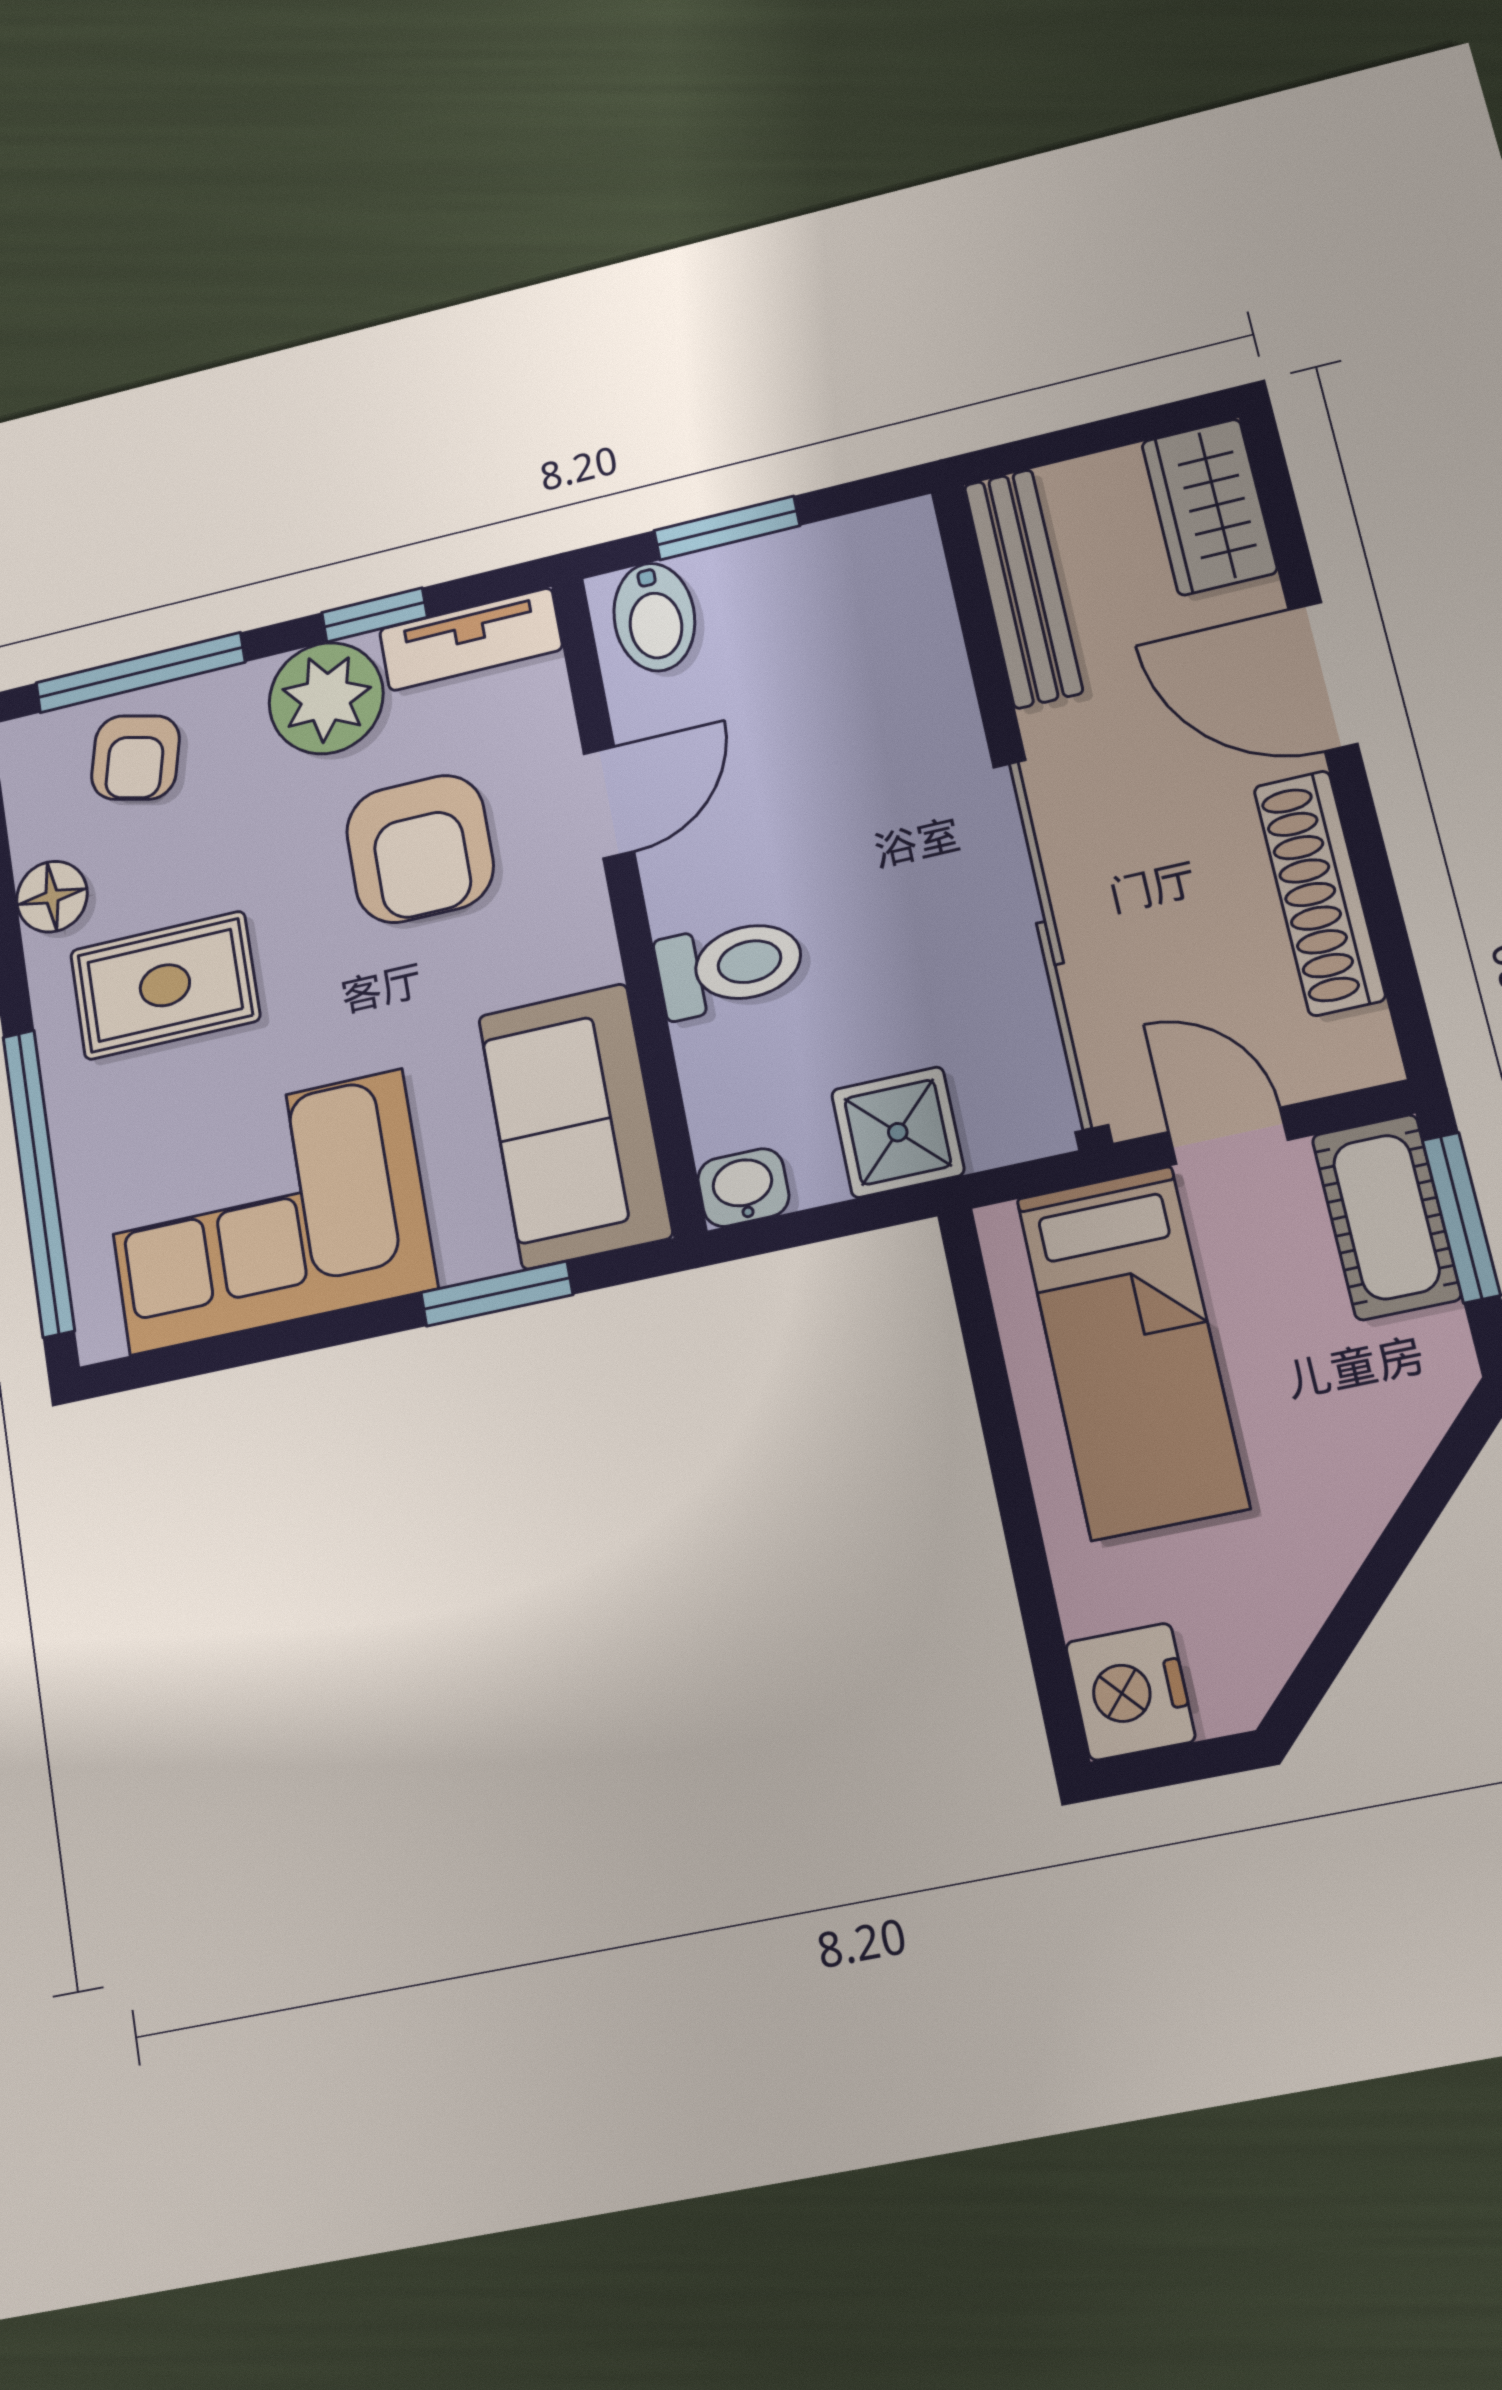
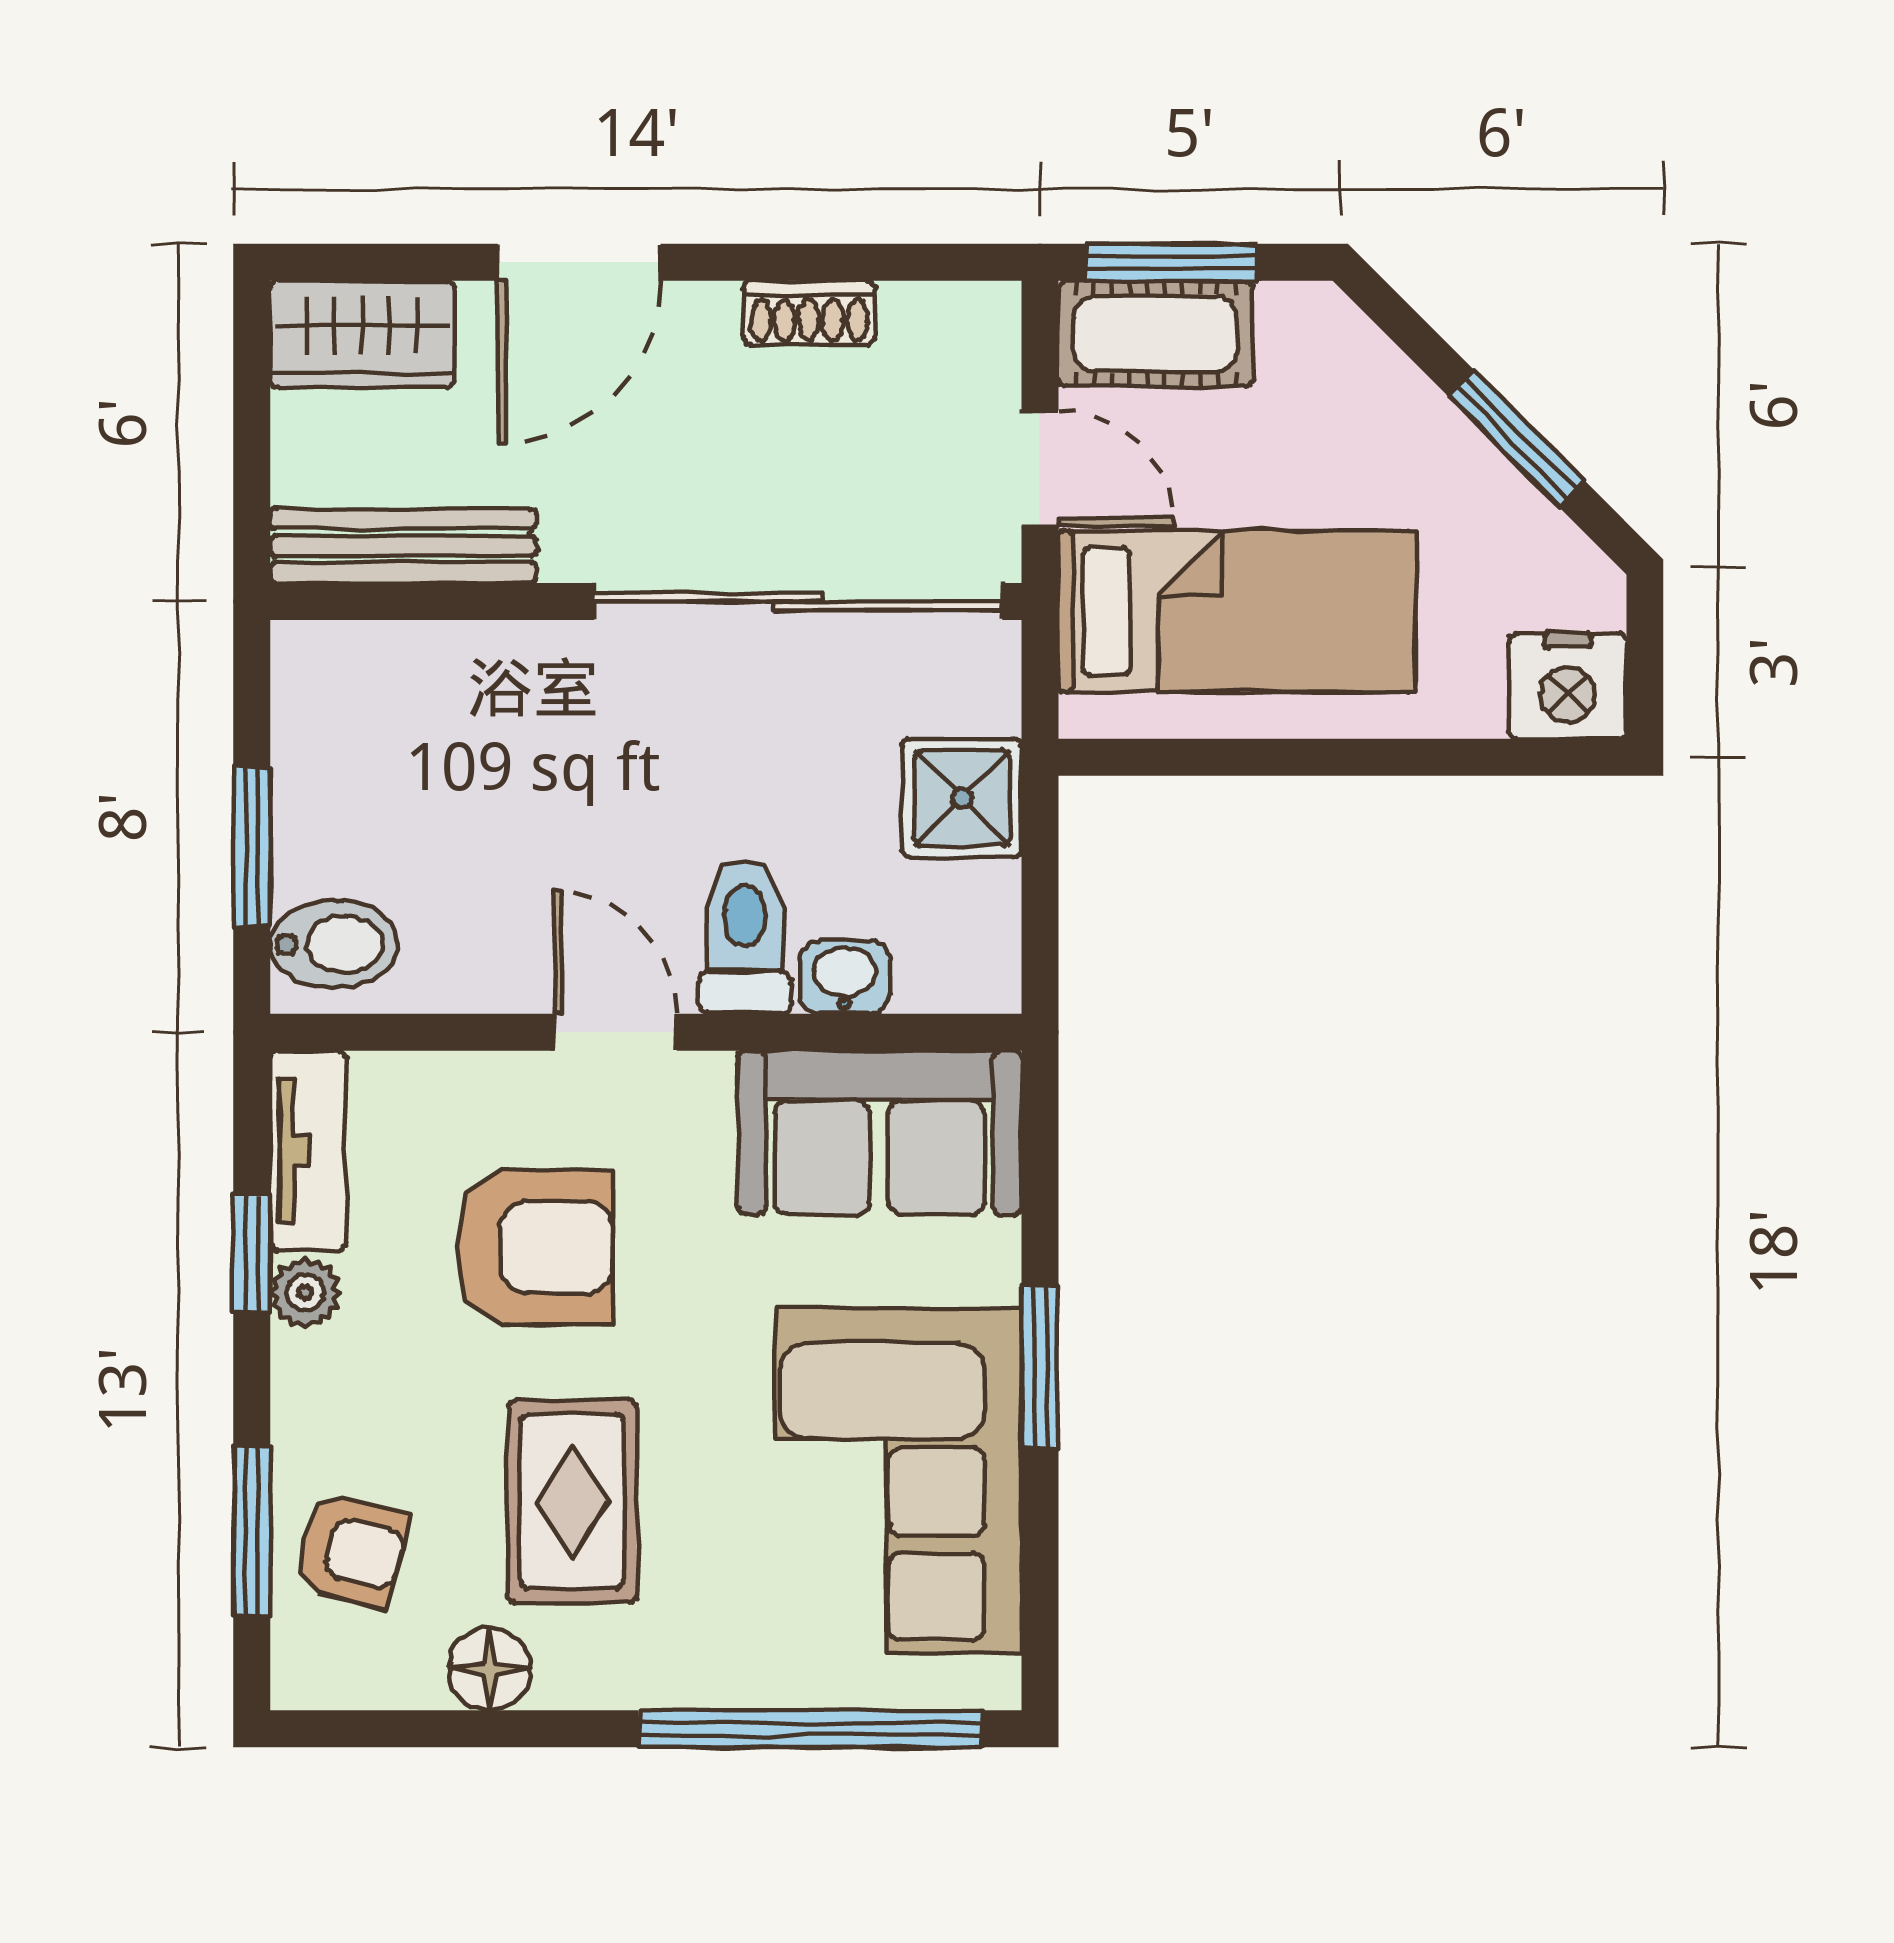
window: (140, 673) -> (252, 1531), width x0.69
plant: (326, 698) -> (305, 1293), width x0.53, depth x0.53
door: (609, 802) -> (615, 1032), moved
shoe rack: (1319, 892) -> (809, 313), width x0.51, depth x0.81
rug: (165, 985) -> (572, 1501), moved
door: (1228, 1136) -> (1040, 468), swing flipped
washbasin: (743, 1188) -> (845, 977), moved, turned 90
window: (497, 1294) -> (1040, 1367), moved
window: (1368, 1592) -> (1517, 439), added

